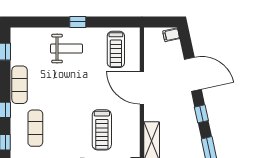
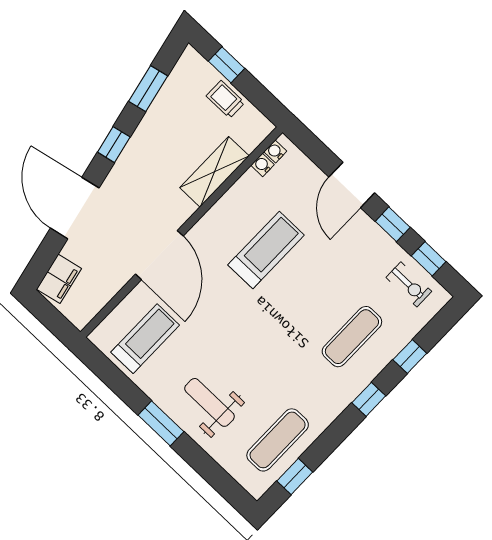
window: (78, 22) -> (161, 423), width x1.50
filing cabinet: (171, 35) -> (59, 279), width x2.00
exercise mat: (20, 85) -> (278, 440), moved

